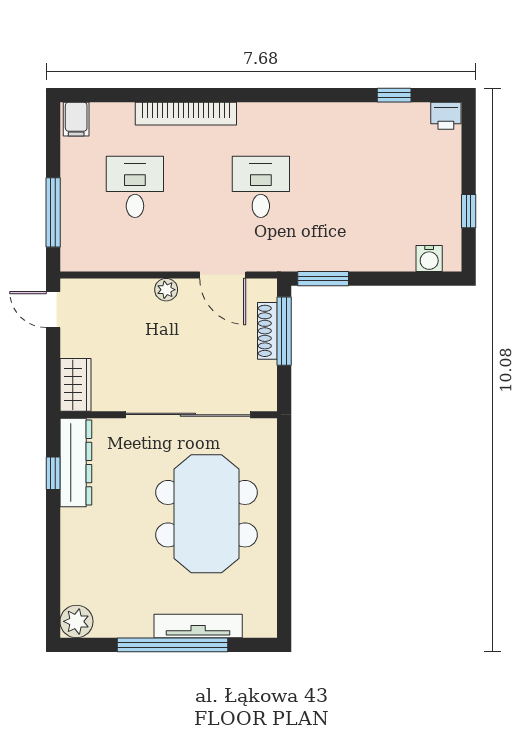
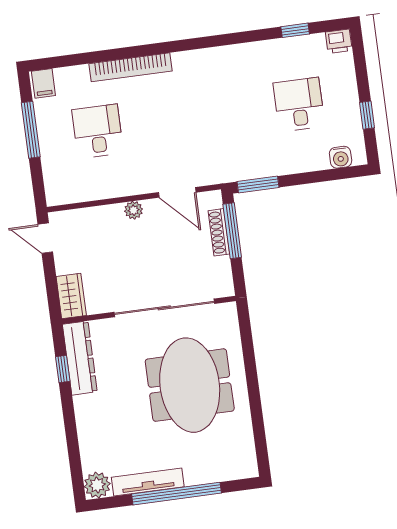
desk: (261, 187) -> (299, 104), moved
window: (53, 212) -> (31, 130), moved
tv unit: (198, 626) -> (148, 482), moved

